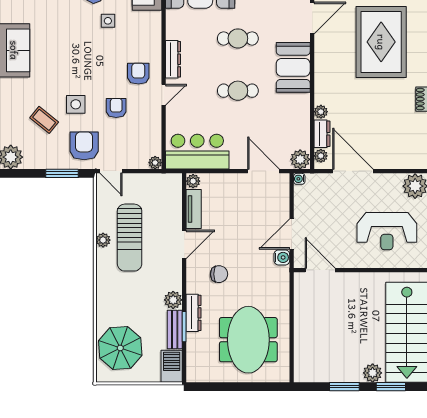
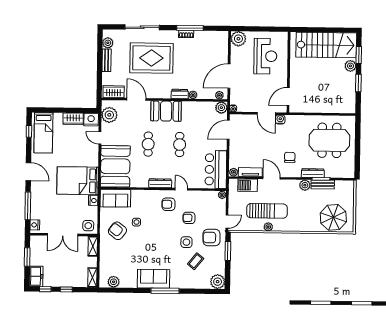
dresser: (322, 134) -> (180, 94), moved
barbecue: (172, 366) -> (248, 185), moved

